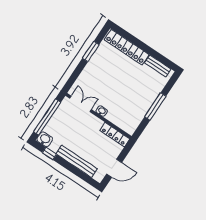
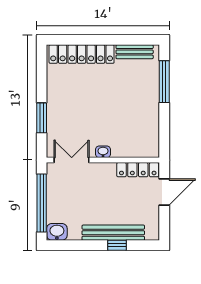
window: (91, 51) -> (42, 118), moved
window: (155, 106) -> (164, 82), moved
window: (49, 153) -> (117, 245), moved
door: (114, 168) -> (164, 192), moved

